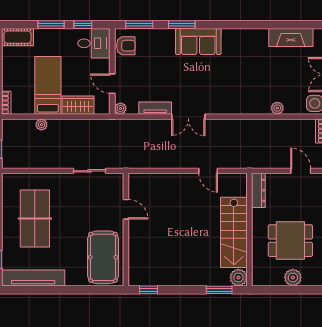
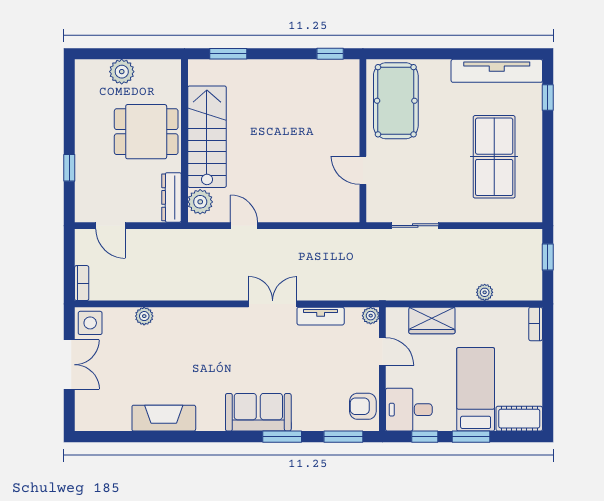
fireplace: (291, 37) -> (164, 418), moved
bed: (48, 85) -> (476, 389), moved, turned 180
dining table: (290, 241) -> (146, 132), moved
plant: (238, 277) -> (200, 202), moved

